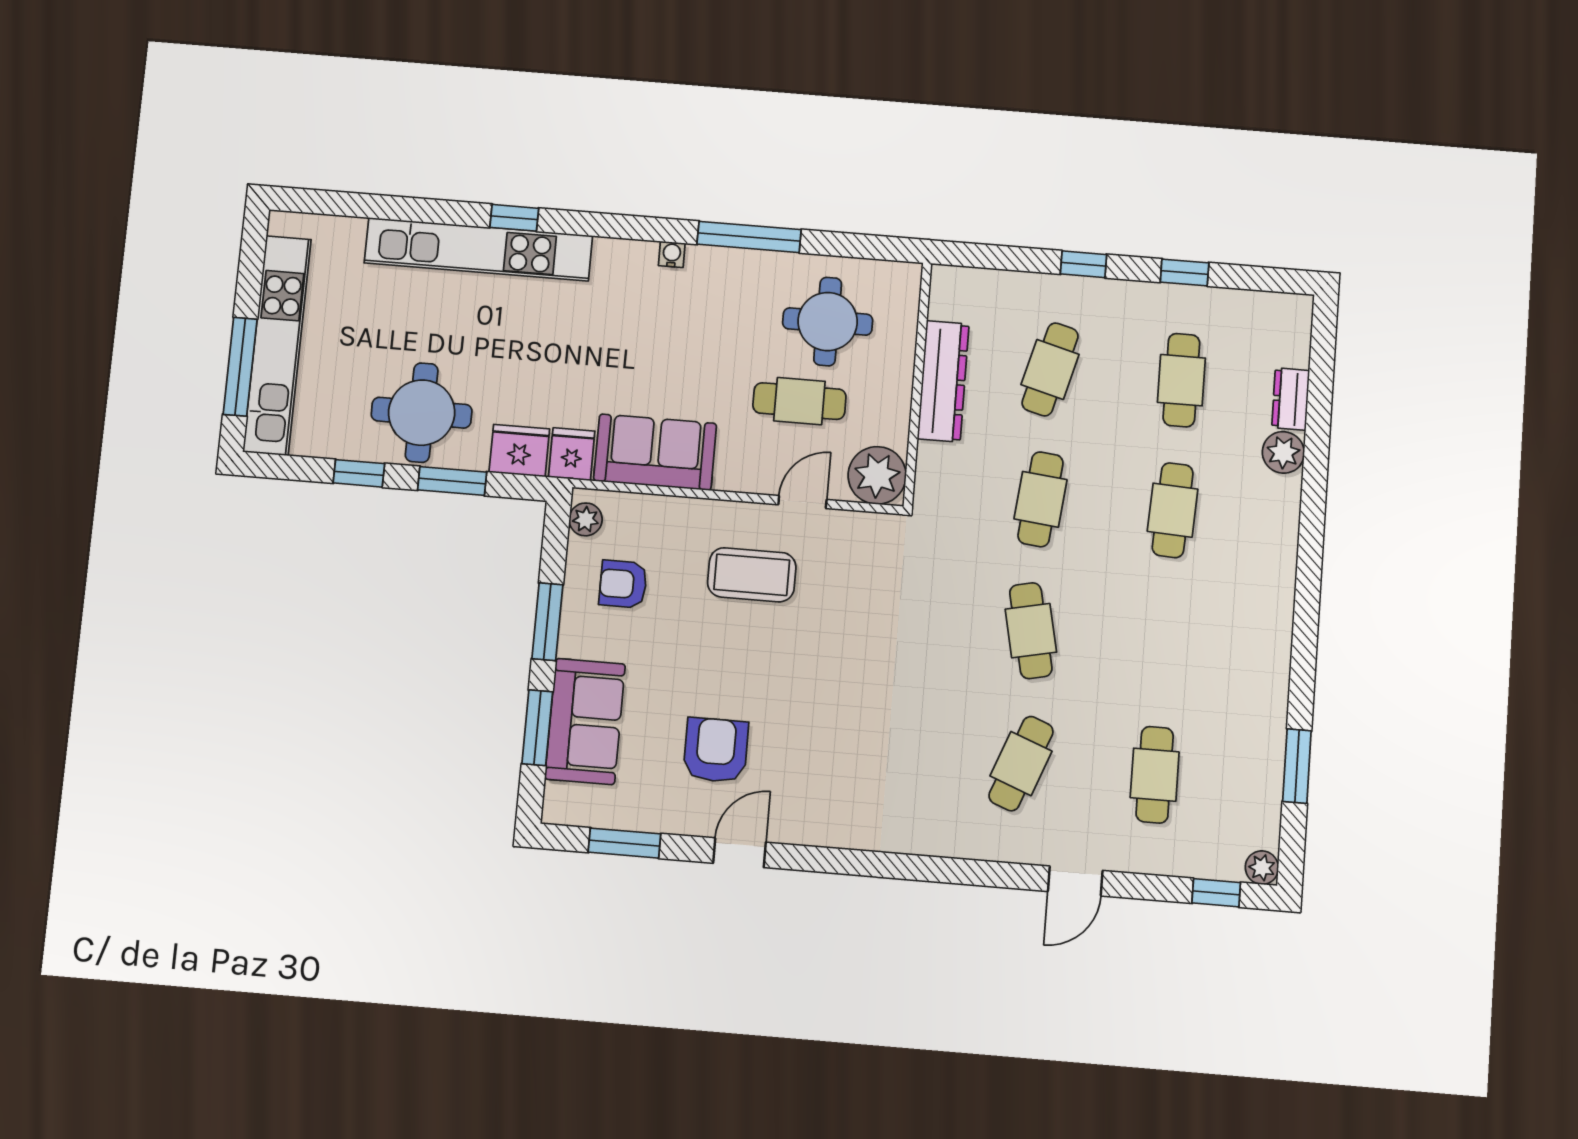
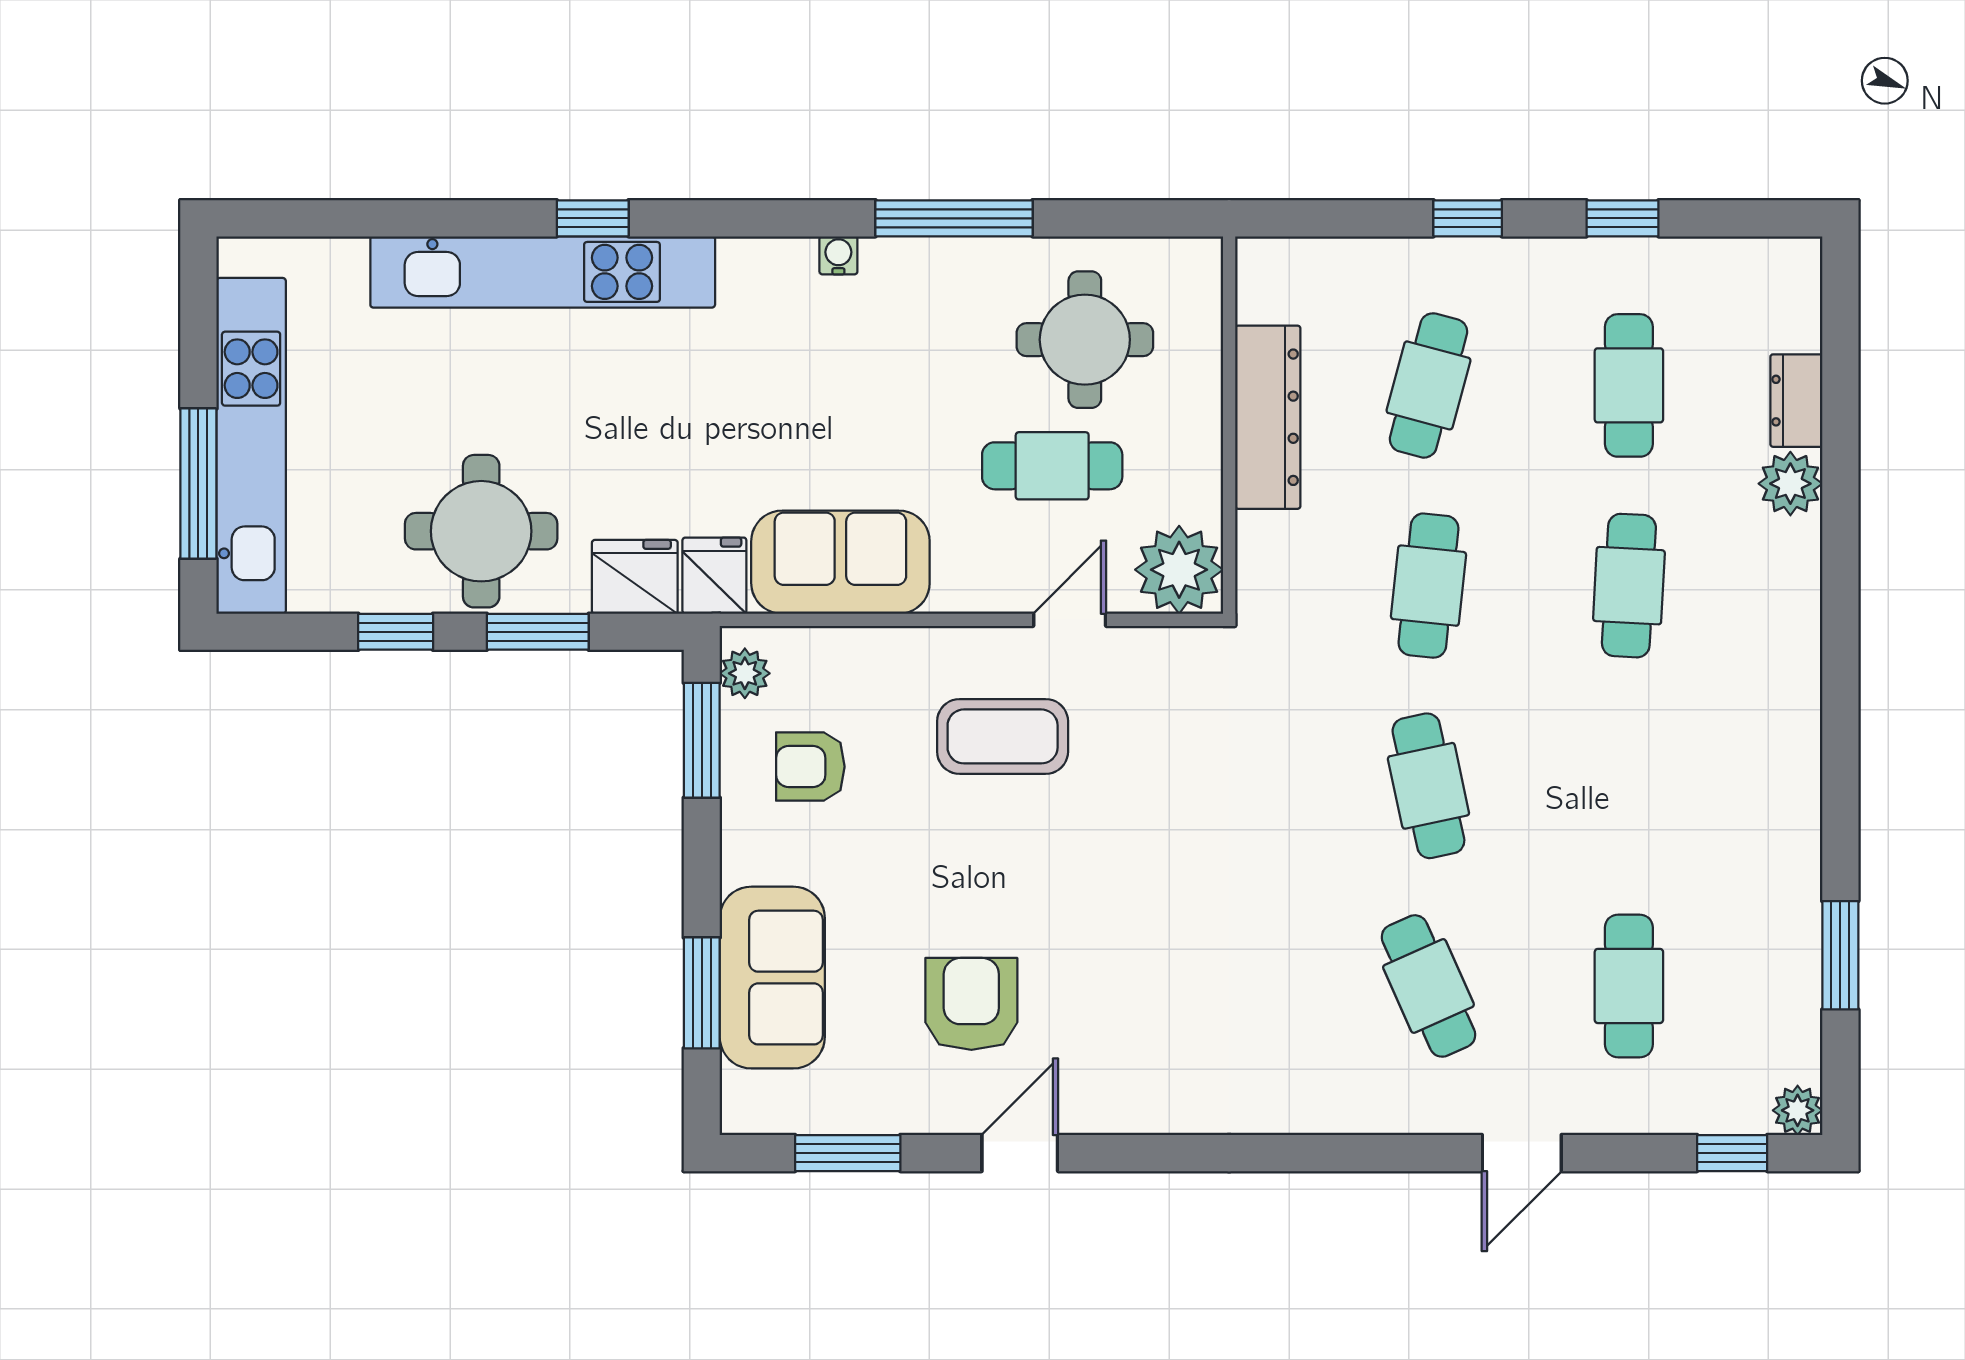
window: (547, 622) -> (702, 740), moved
cafe table: (1021, 764) -> (1428, 986), turned -45

